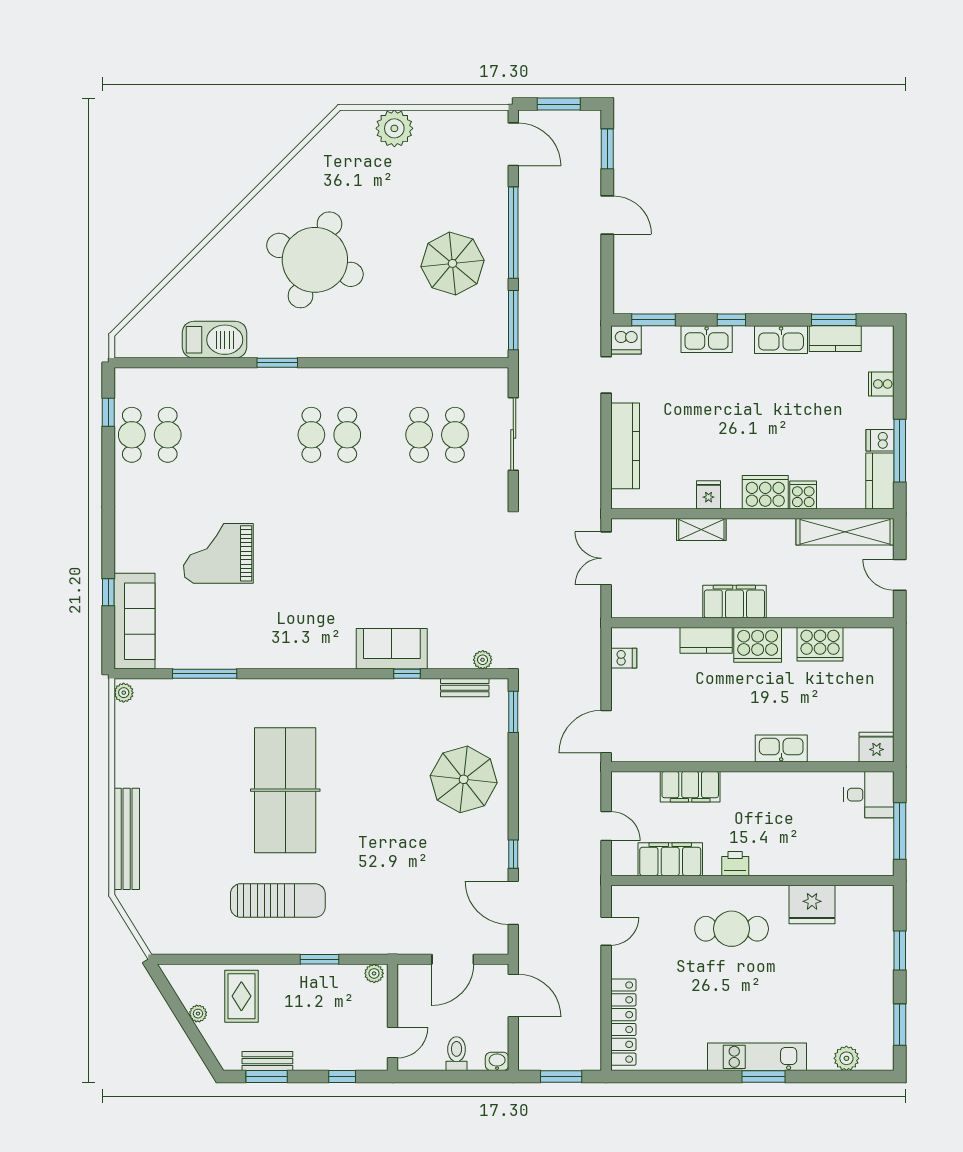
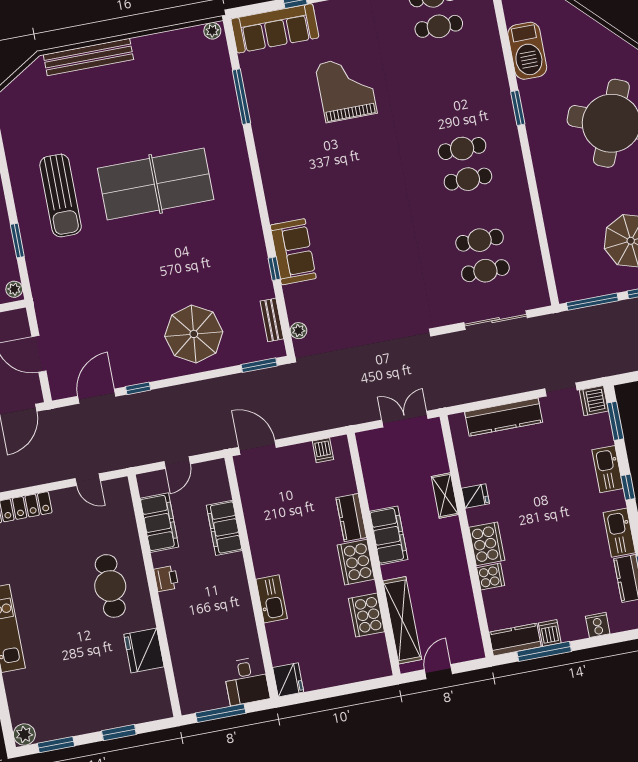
shelving: (845, 532) -> (402, 620), moved
plant: (846, 1058) -> (24, 735), moved

